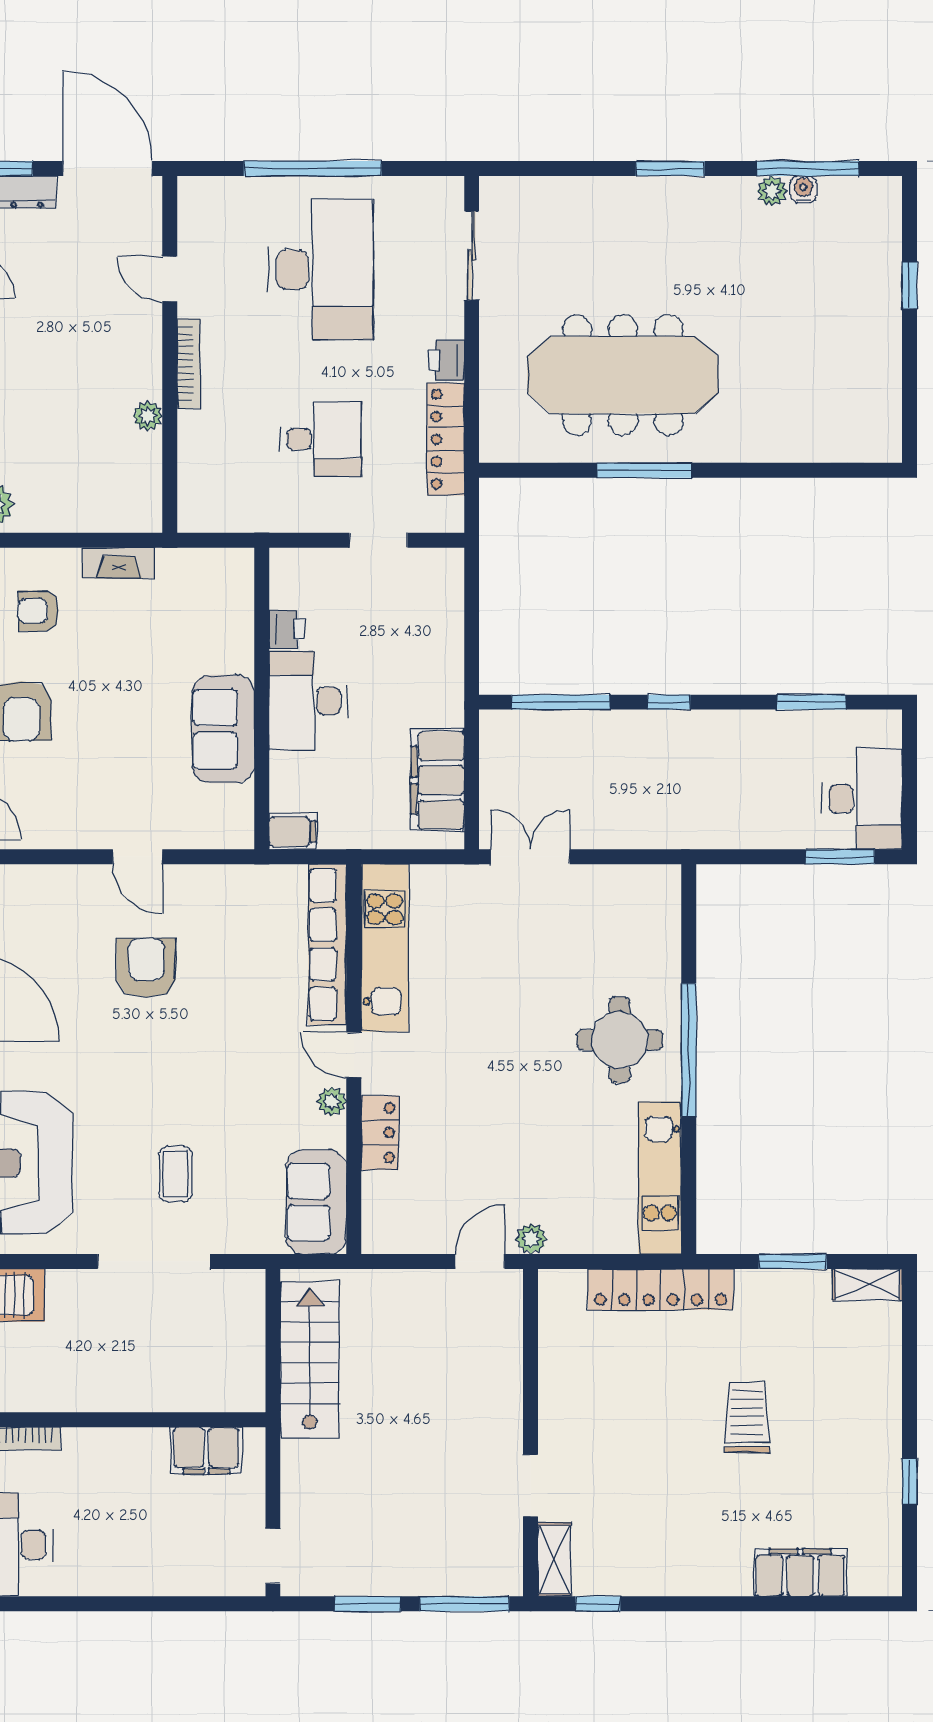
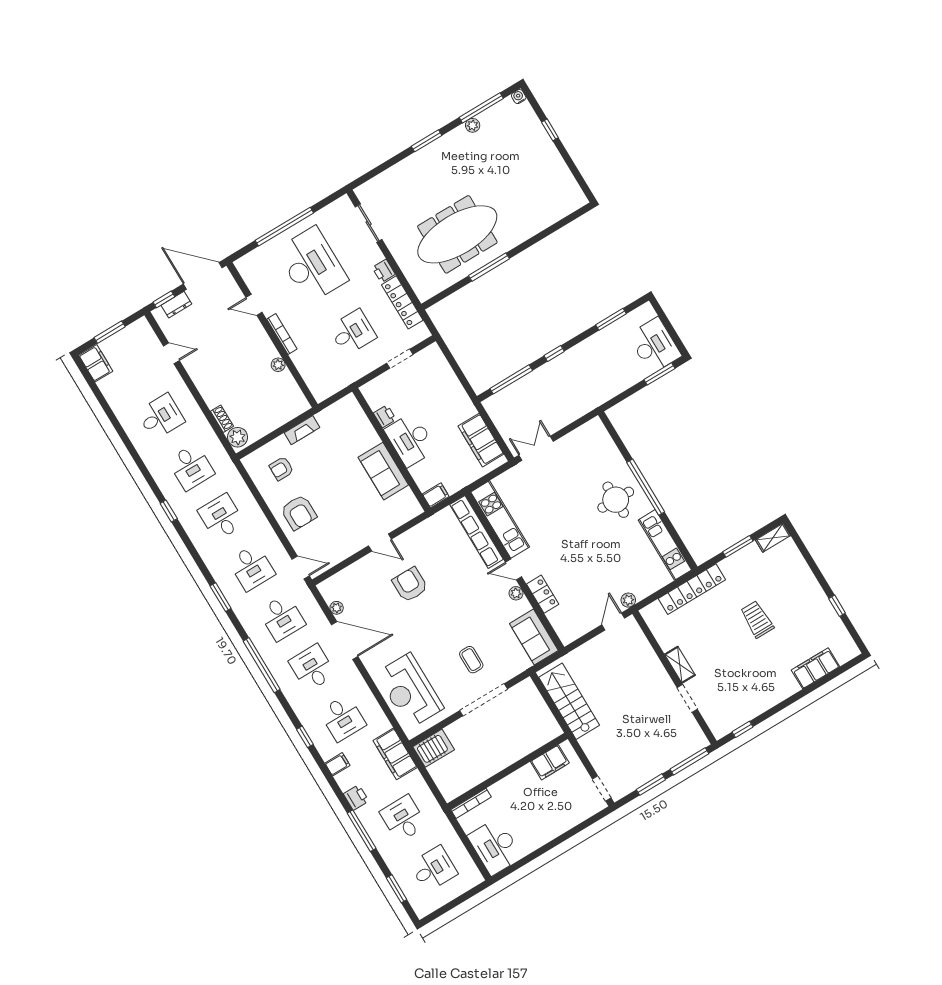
water cooler: (803, 189) -> (519, 97), moved
shelving: (555, 1560) -> (680, 665), moved

